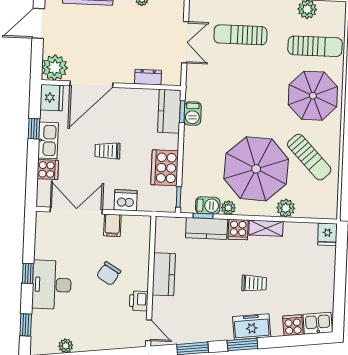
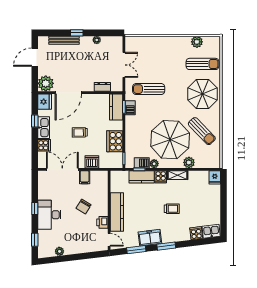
sun lounger: (240, 35) -> (149, 89), moved
kitchen counter: (164, 274) -> (117, 212), width x1.50
freezer: (252, 327) -> (150, 238), moved

